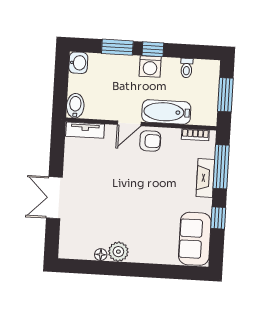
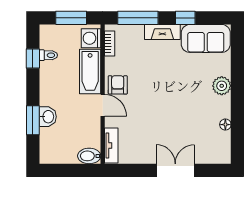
window: (153, 49) -> (33, 58), moved
washbasin: (78, 63) -> (48, 117), moved, turned 90
washing machine: (150, 67) -> (91, 38), moved, turned 180
fireplace: (205, 178) -> (162, 32), moved
double door: (54, 198) -> (175, 170), swing flipped
plant: (118, 252) -> (222, 86), moved

